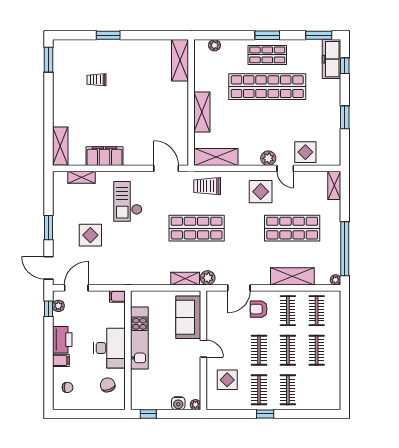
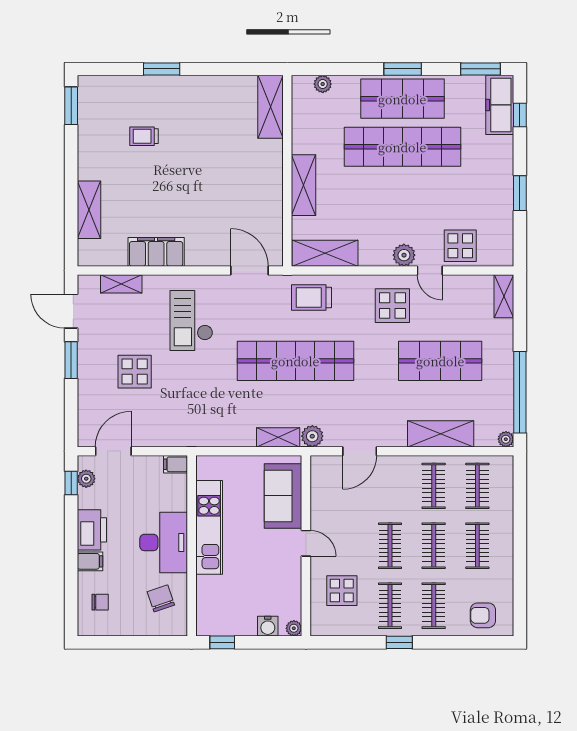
shop shelf: (267, 55) -> (402, 99), width x1.43, depth x1.36
shelving: (60, 146) -> (89, 210), moved
shop shelf: (197, 228) -> (295, 361), width x1.40
door: (48, 268) -> (71, 311), moved
armchair: (259, 309) -> (483, 615), moved

